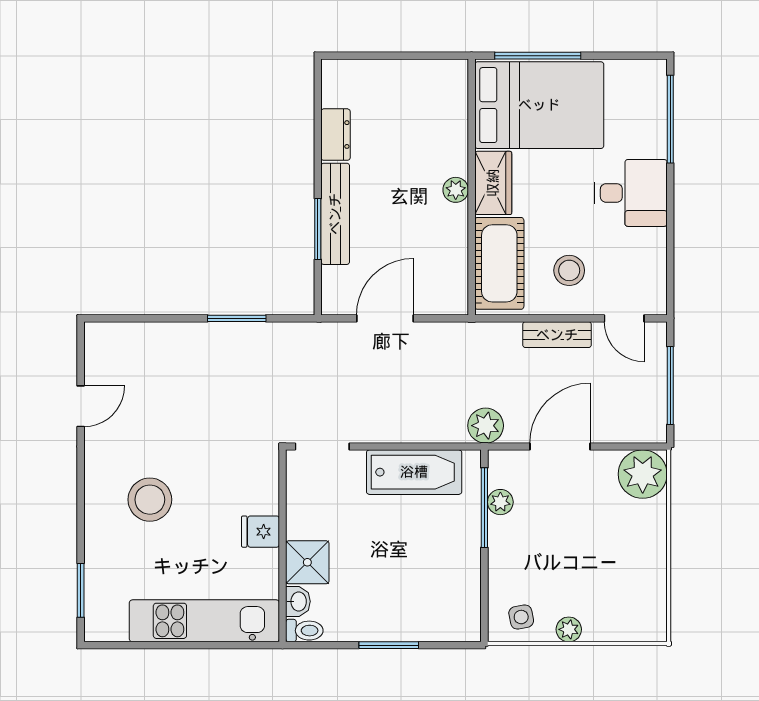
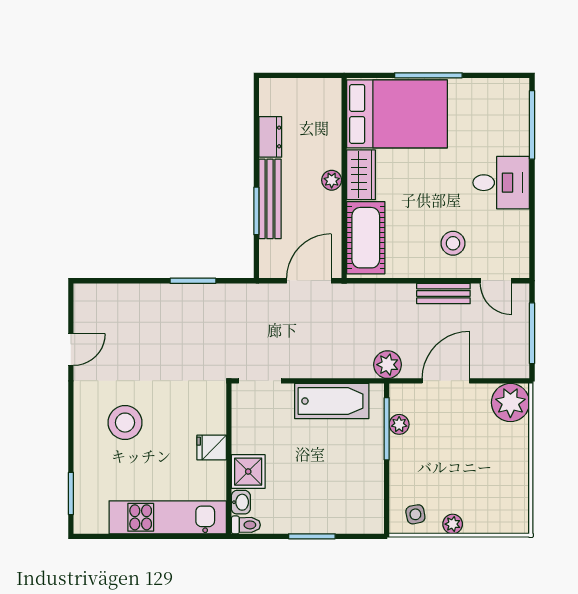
bed: (539, 105) -> (397, 114), moved
wardrobe: (493, 183) -> (361, 175), moved
wall: (472, 187) -> (344, 178), moved
plant: (456, 190) -> (332, 180), moved
cot: (499, 263) -> (366, 238), moved

